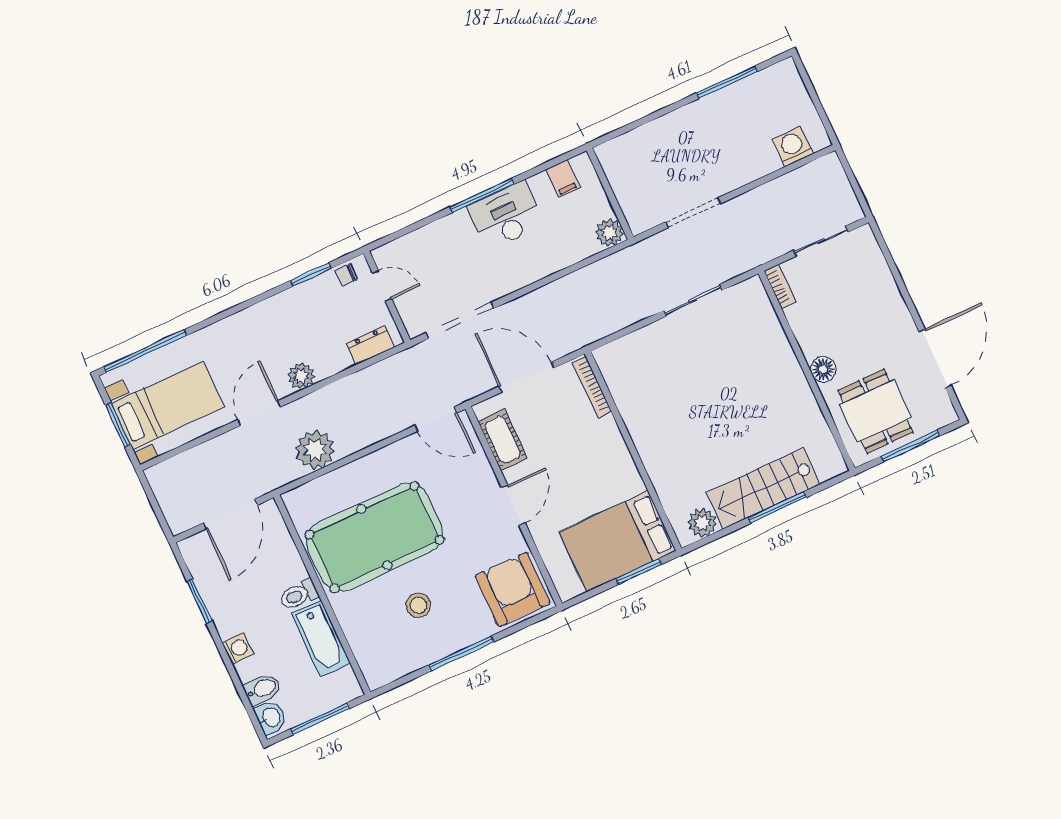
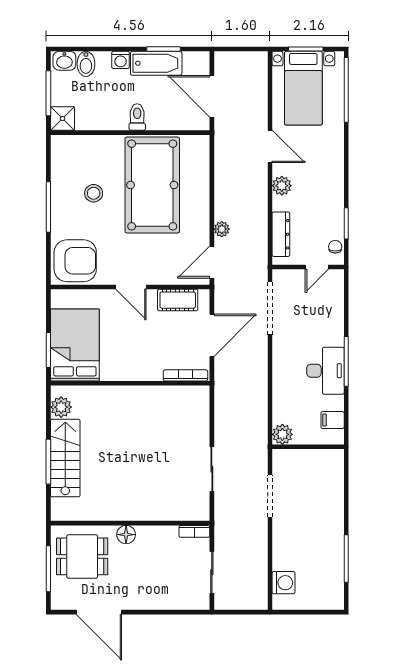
dresser: (370, 345) -> (281, 234), width x1.44
plant: (315, 450) -> (222, 229), moved, width x0.53, depth x0.53
bathtub: (321, 638) -> (156, 63), moved, turned 180
shower: (343, 687) -> (63, 118), added

